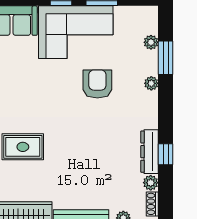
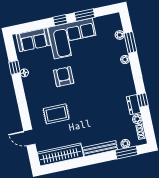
armchair: (97, 84) -> (64, 77), moved
dresser: (150, 152) -> (134, 105), width x0.70

